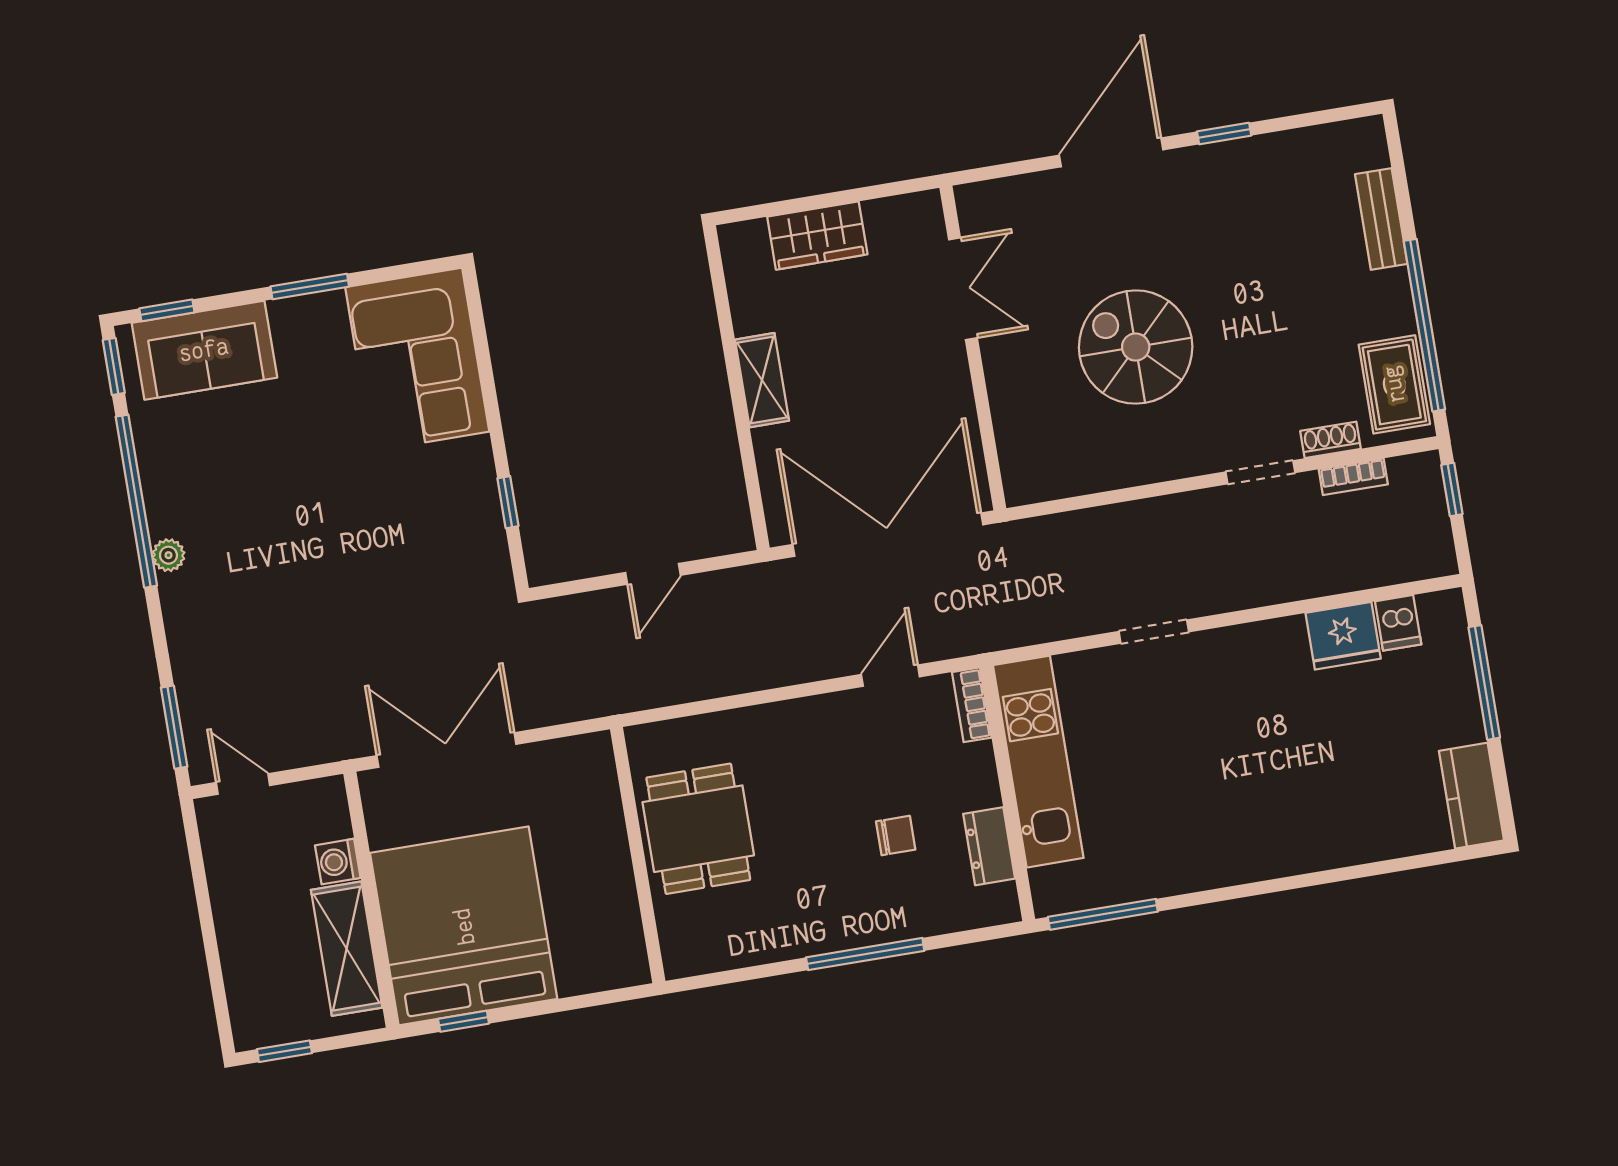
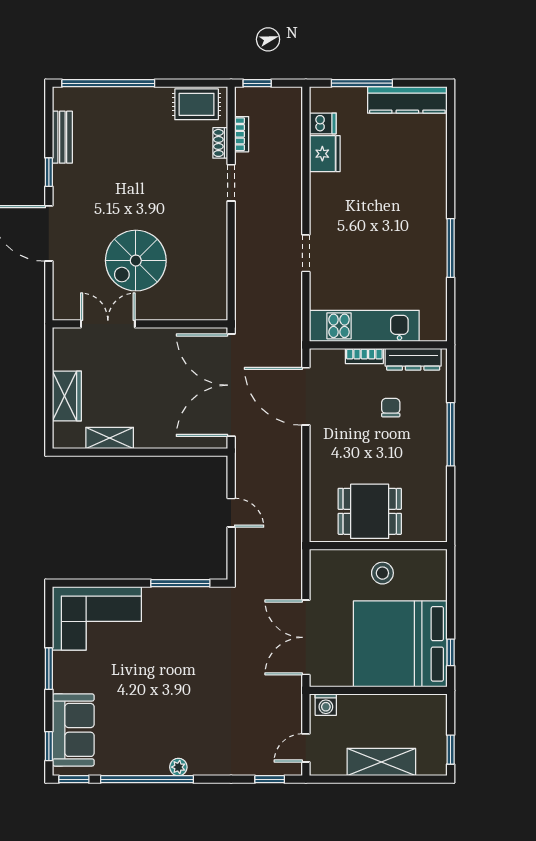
bench: (1381, 219) -> (62, 137), moved, turned 90
window: (1424, 325) -> (108, 83), moved
spiral stairs: (1136, 347) -> (136, 261), moved
shelving: (762, 380) -> (110, 438), moved
window: (508, 502) -> (180, 583), width x2.17
door: (890, 676) -> (306, 396), width x1.87
bookcase: (972, 705) -> (364, 356), moved
window: (174, 727) -> (270, 779), width x0.67
kitchen counter: (1471, 796) -> (407, 100), width x1.50
dresser: (989, 846) -> (413, 359), width x1.44
washing machine: (338, 862) -> (326, 705), moved
stool: (589, 871) -> (382, 573), added
window: (1103, 914) -> (451, 248), moved
shelving: (347, 949) -> (381, 762), moved

